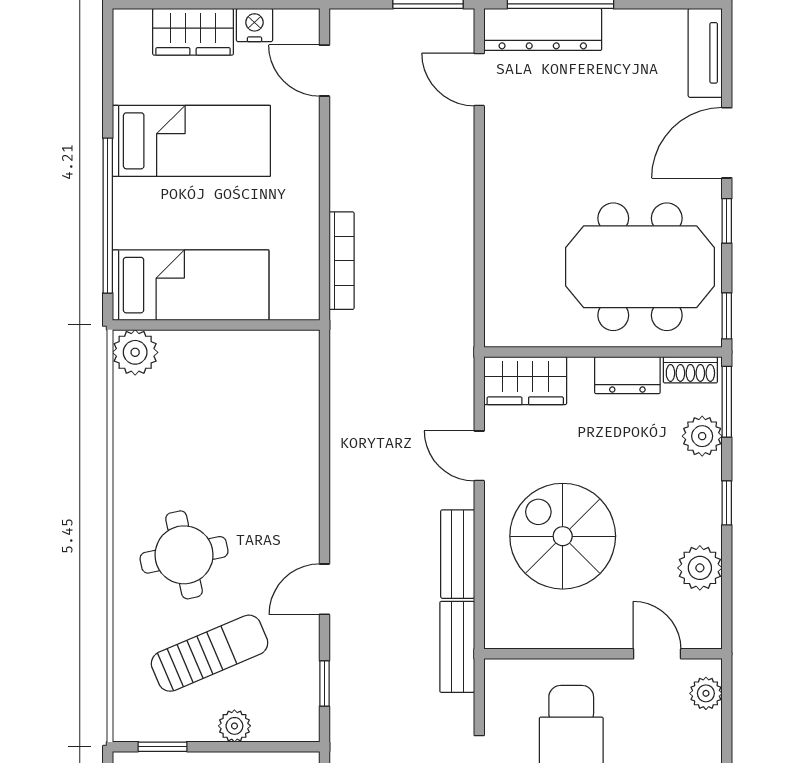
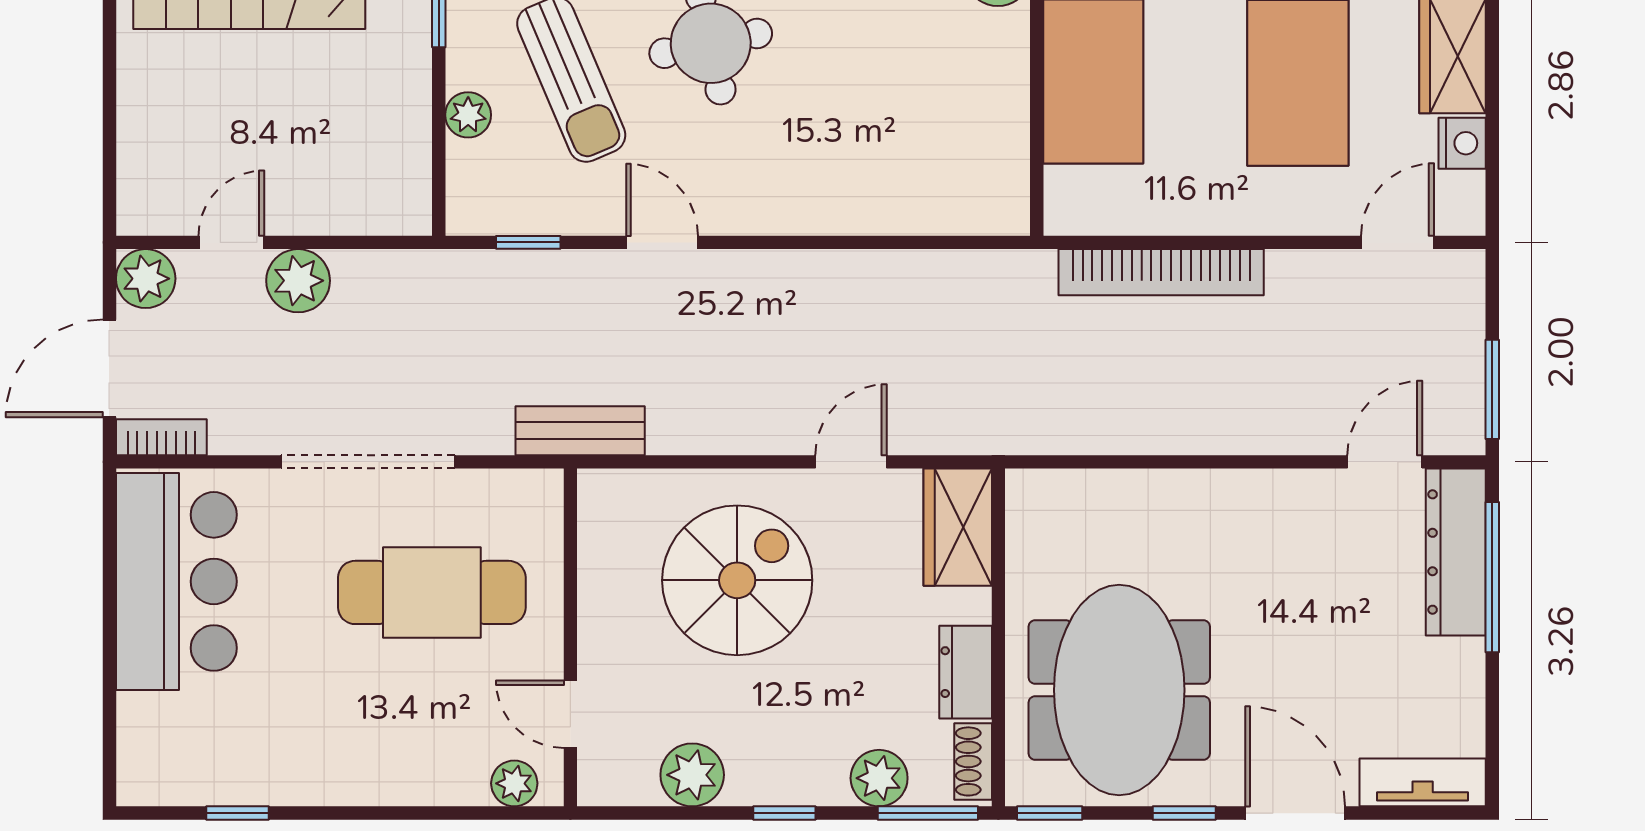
bookcase: (342, 261) -> (1161, 272), width x1.48, depth x1.31
bench: (458, 554) -> (712, 431), removed
door: (657, 654) -> (570, 714), swing flipped

